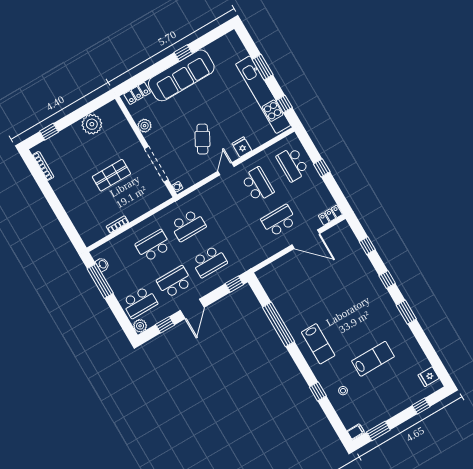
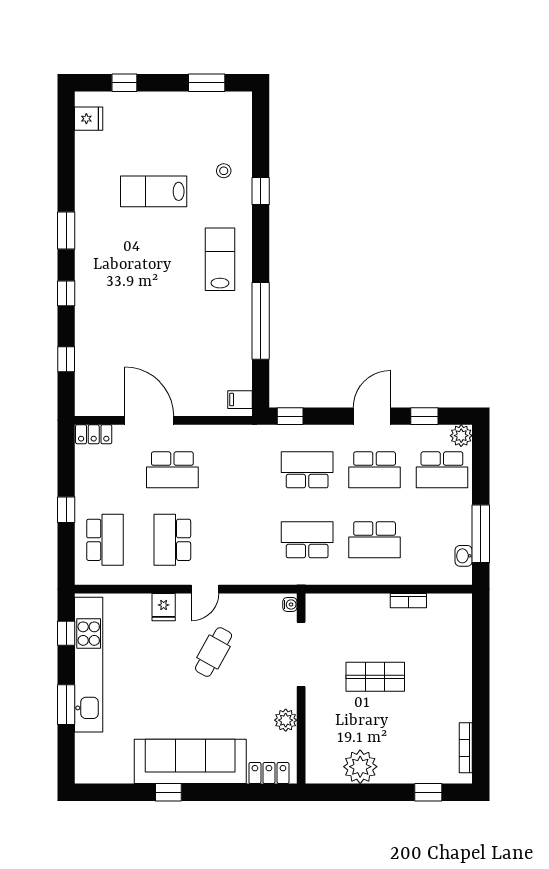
school desk: (140, 302) -> (442, 470), turned 180
filing cabinet: (356, 432) -> (240, 400), moved

